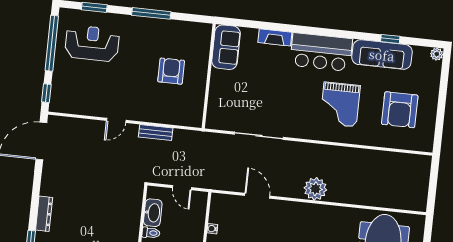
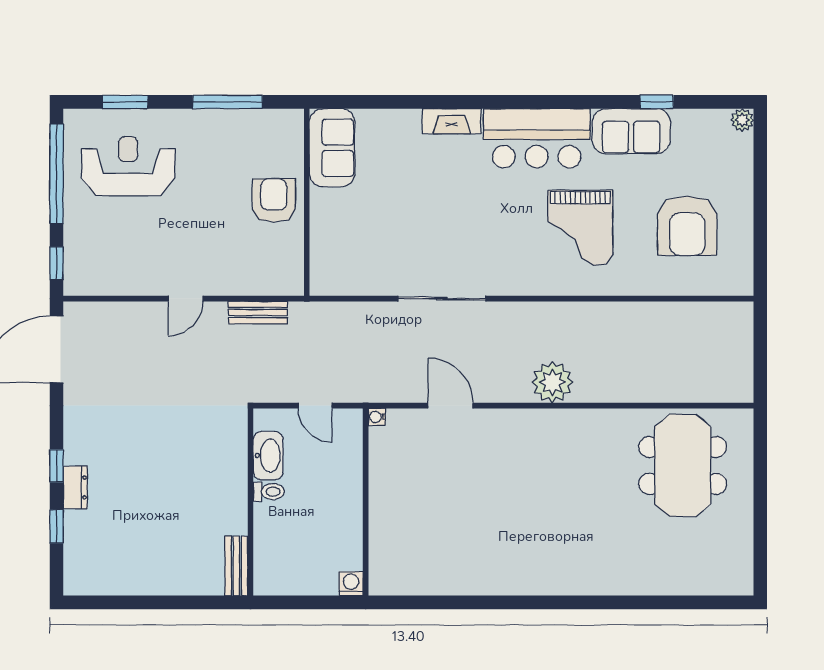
sofa: (226, 47) -> (332, 148), moved
sofa: (382, 55) -> (631, 131), width x0.73
wall: (209, 76) -> (307, 202), moved
window: (34, 206) -> (57, 466), added
dresser: (44, 214) -> (75, 487), width x0.70
water cooler: (212, 229) -> (377, 417), moved

